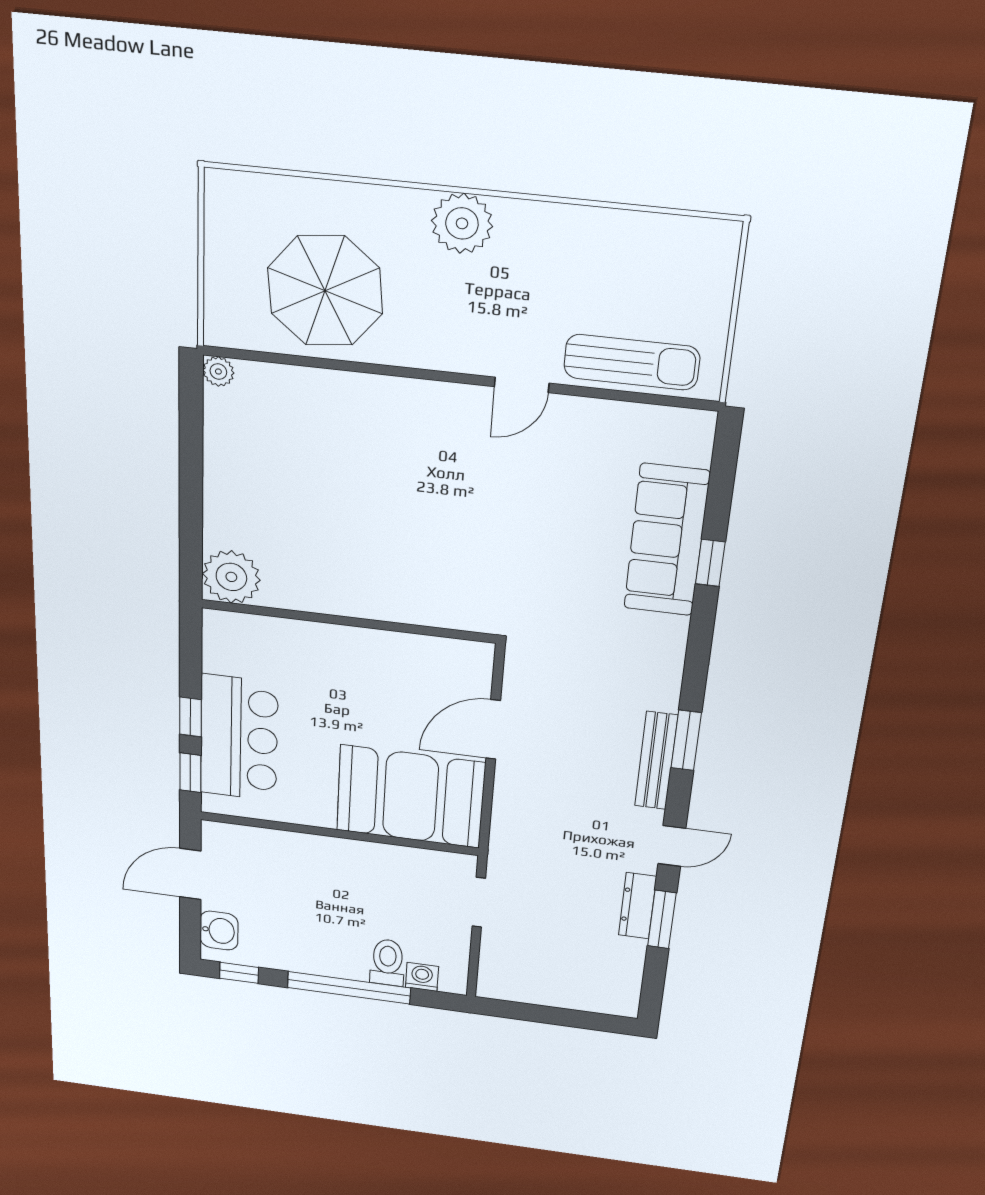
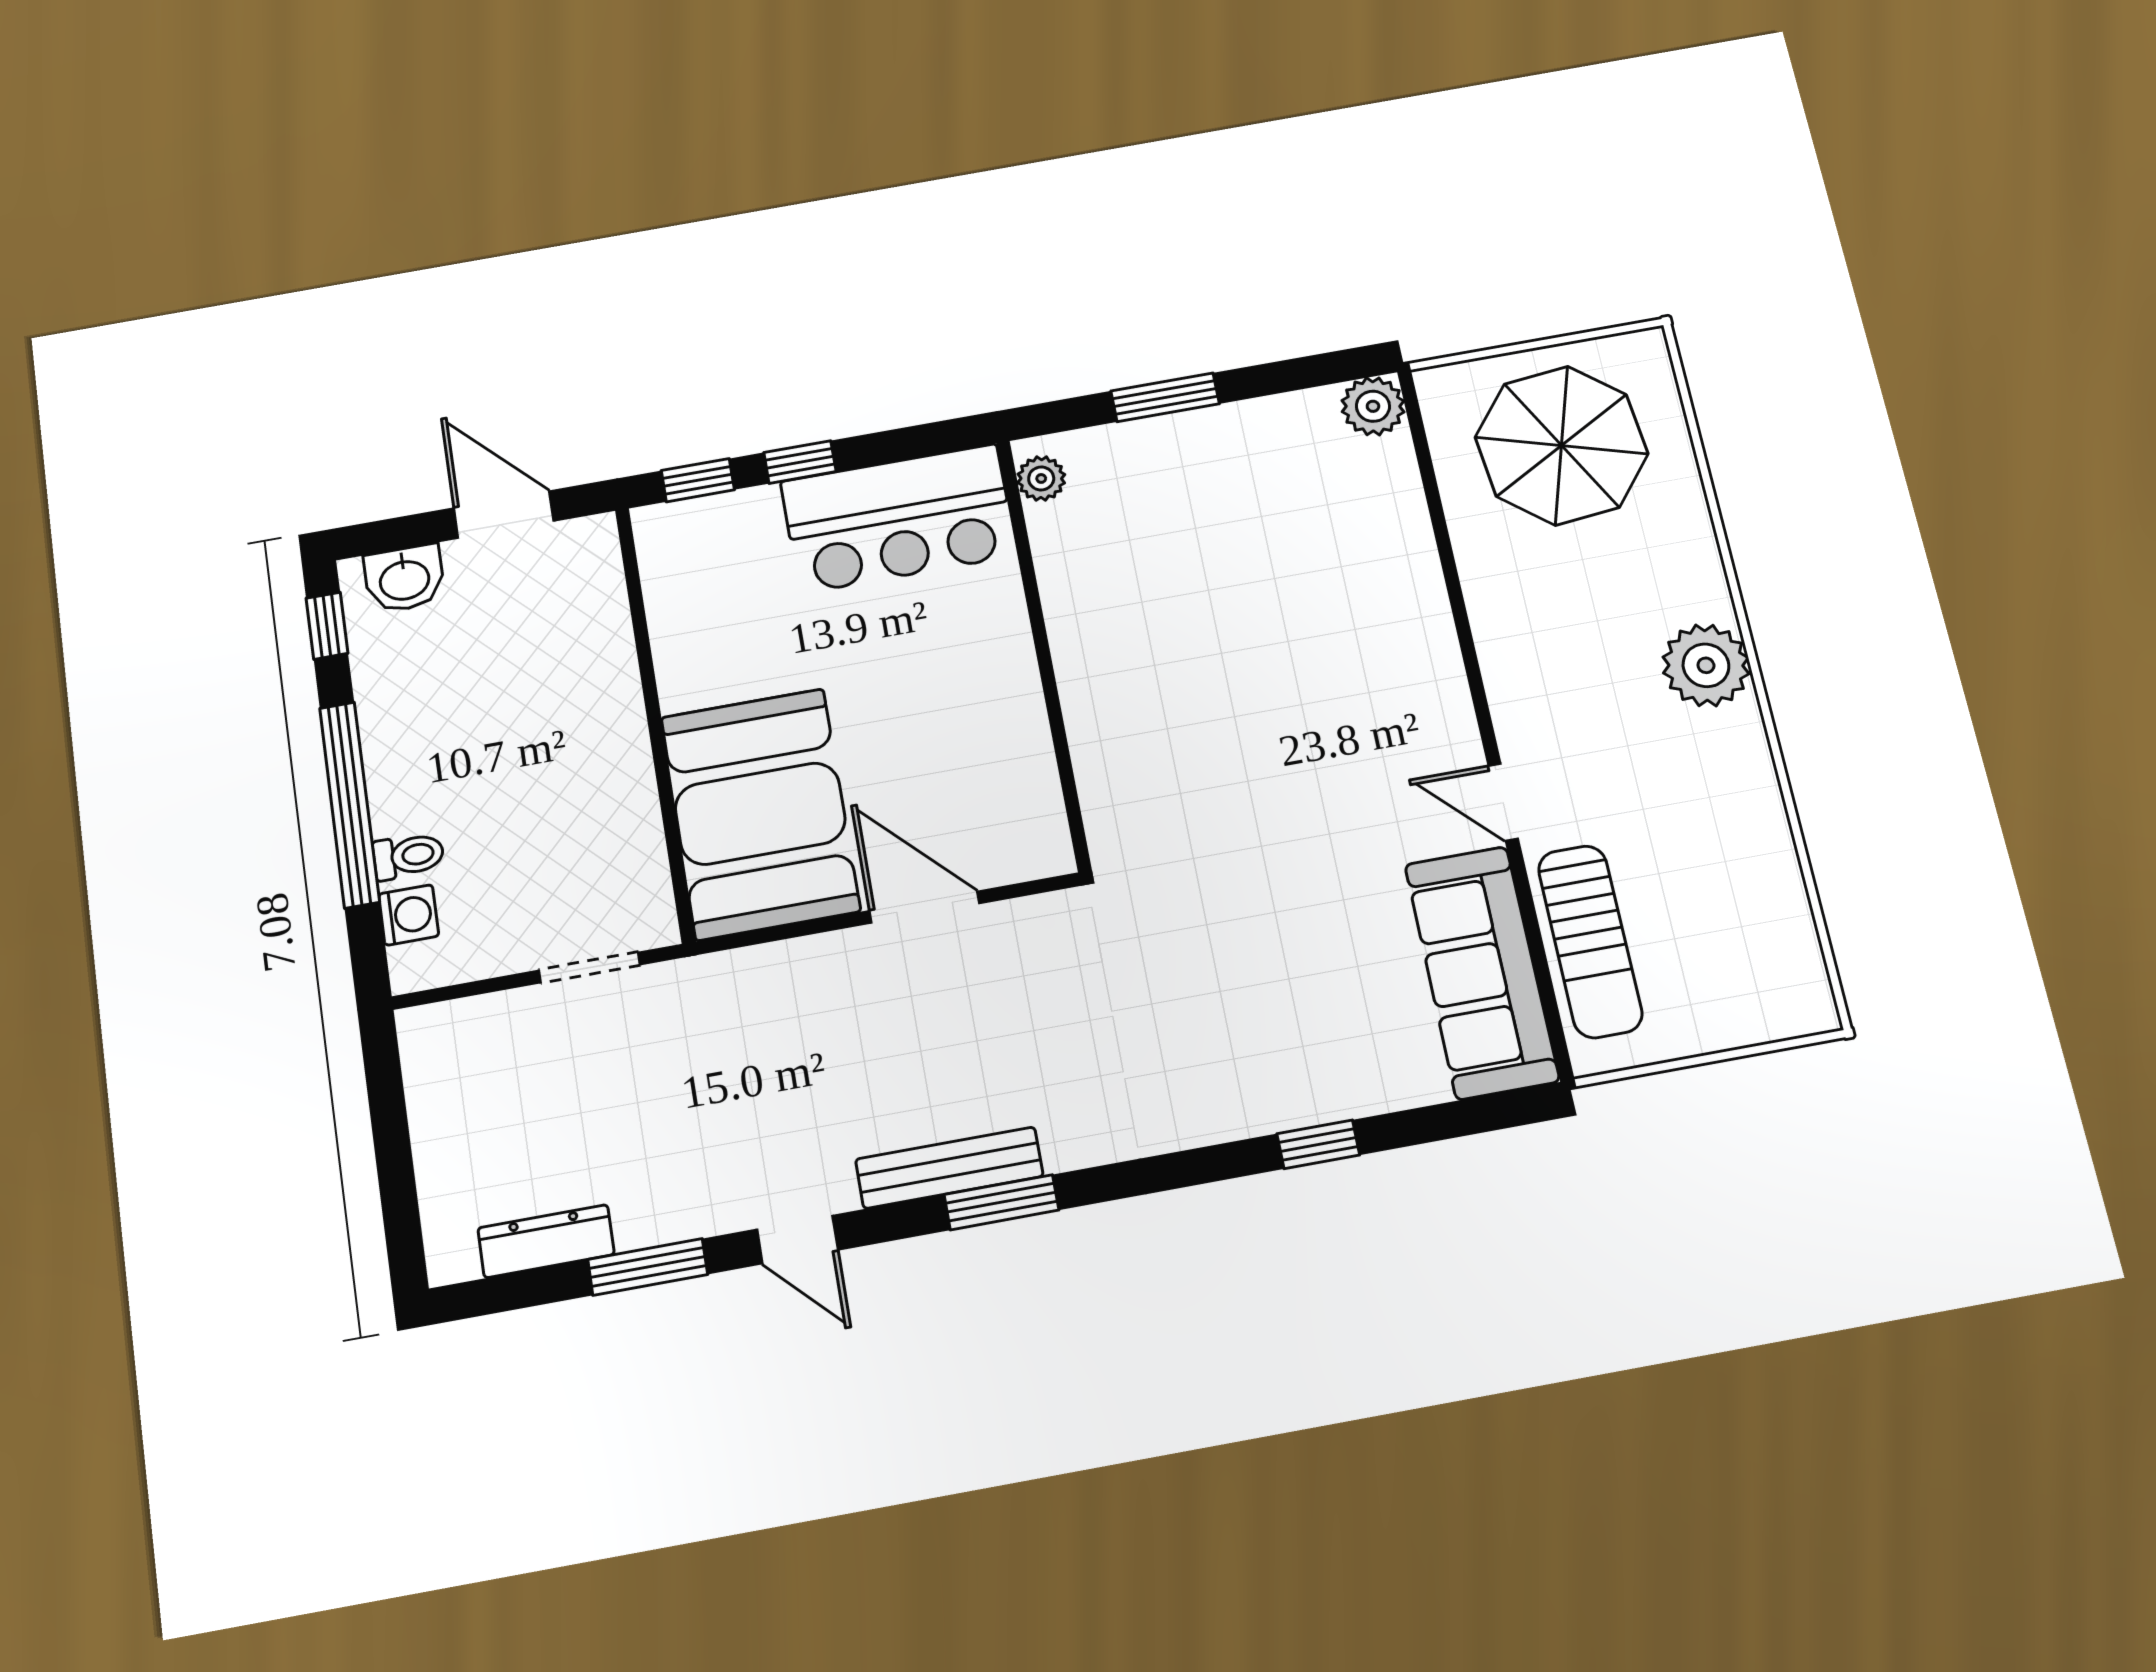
parasol: (325, 291) -> (1562, 445), moved
plant: (218, 372) -> (1373, 406), width x1.38, depth x1.38
window: (191, 502) -> (1165, 397), added
sofa: (666, 540) -> (1482, 972), moved, turned -90
plant: (231, 577) -> (1041, 479), width x0.53, depth x0.53
bar counter: (239, 738) -> (898, 518), moved
dresser: (637, 906) -> (546, 1241), moved
toilet: (387, 962) -> (408, 856), width x0.73, depth x0.72

